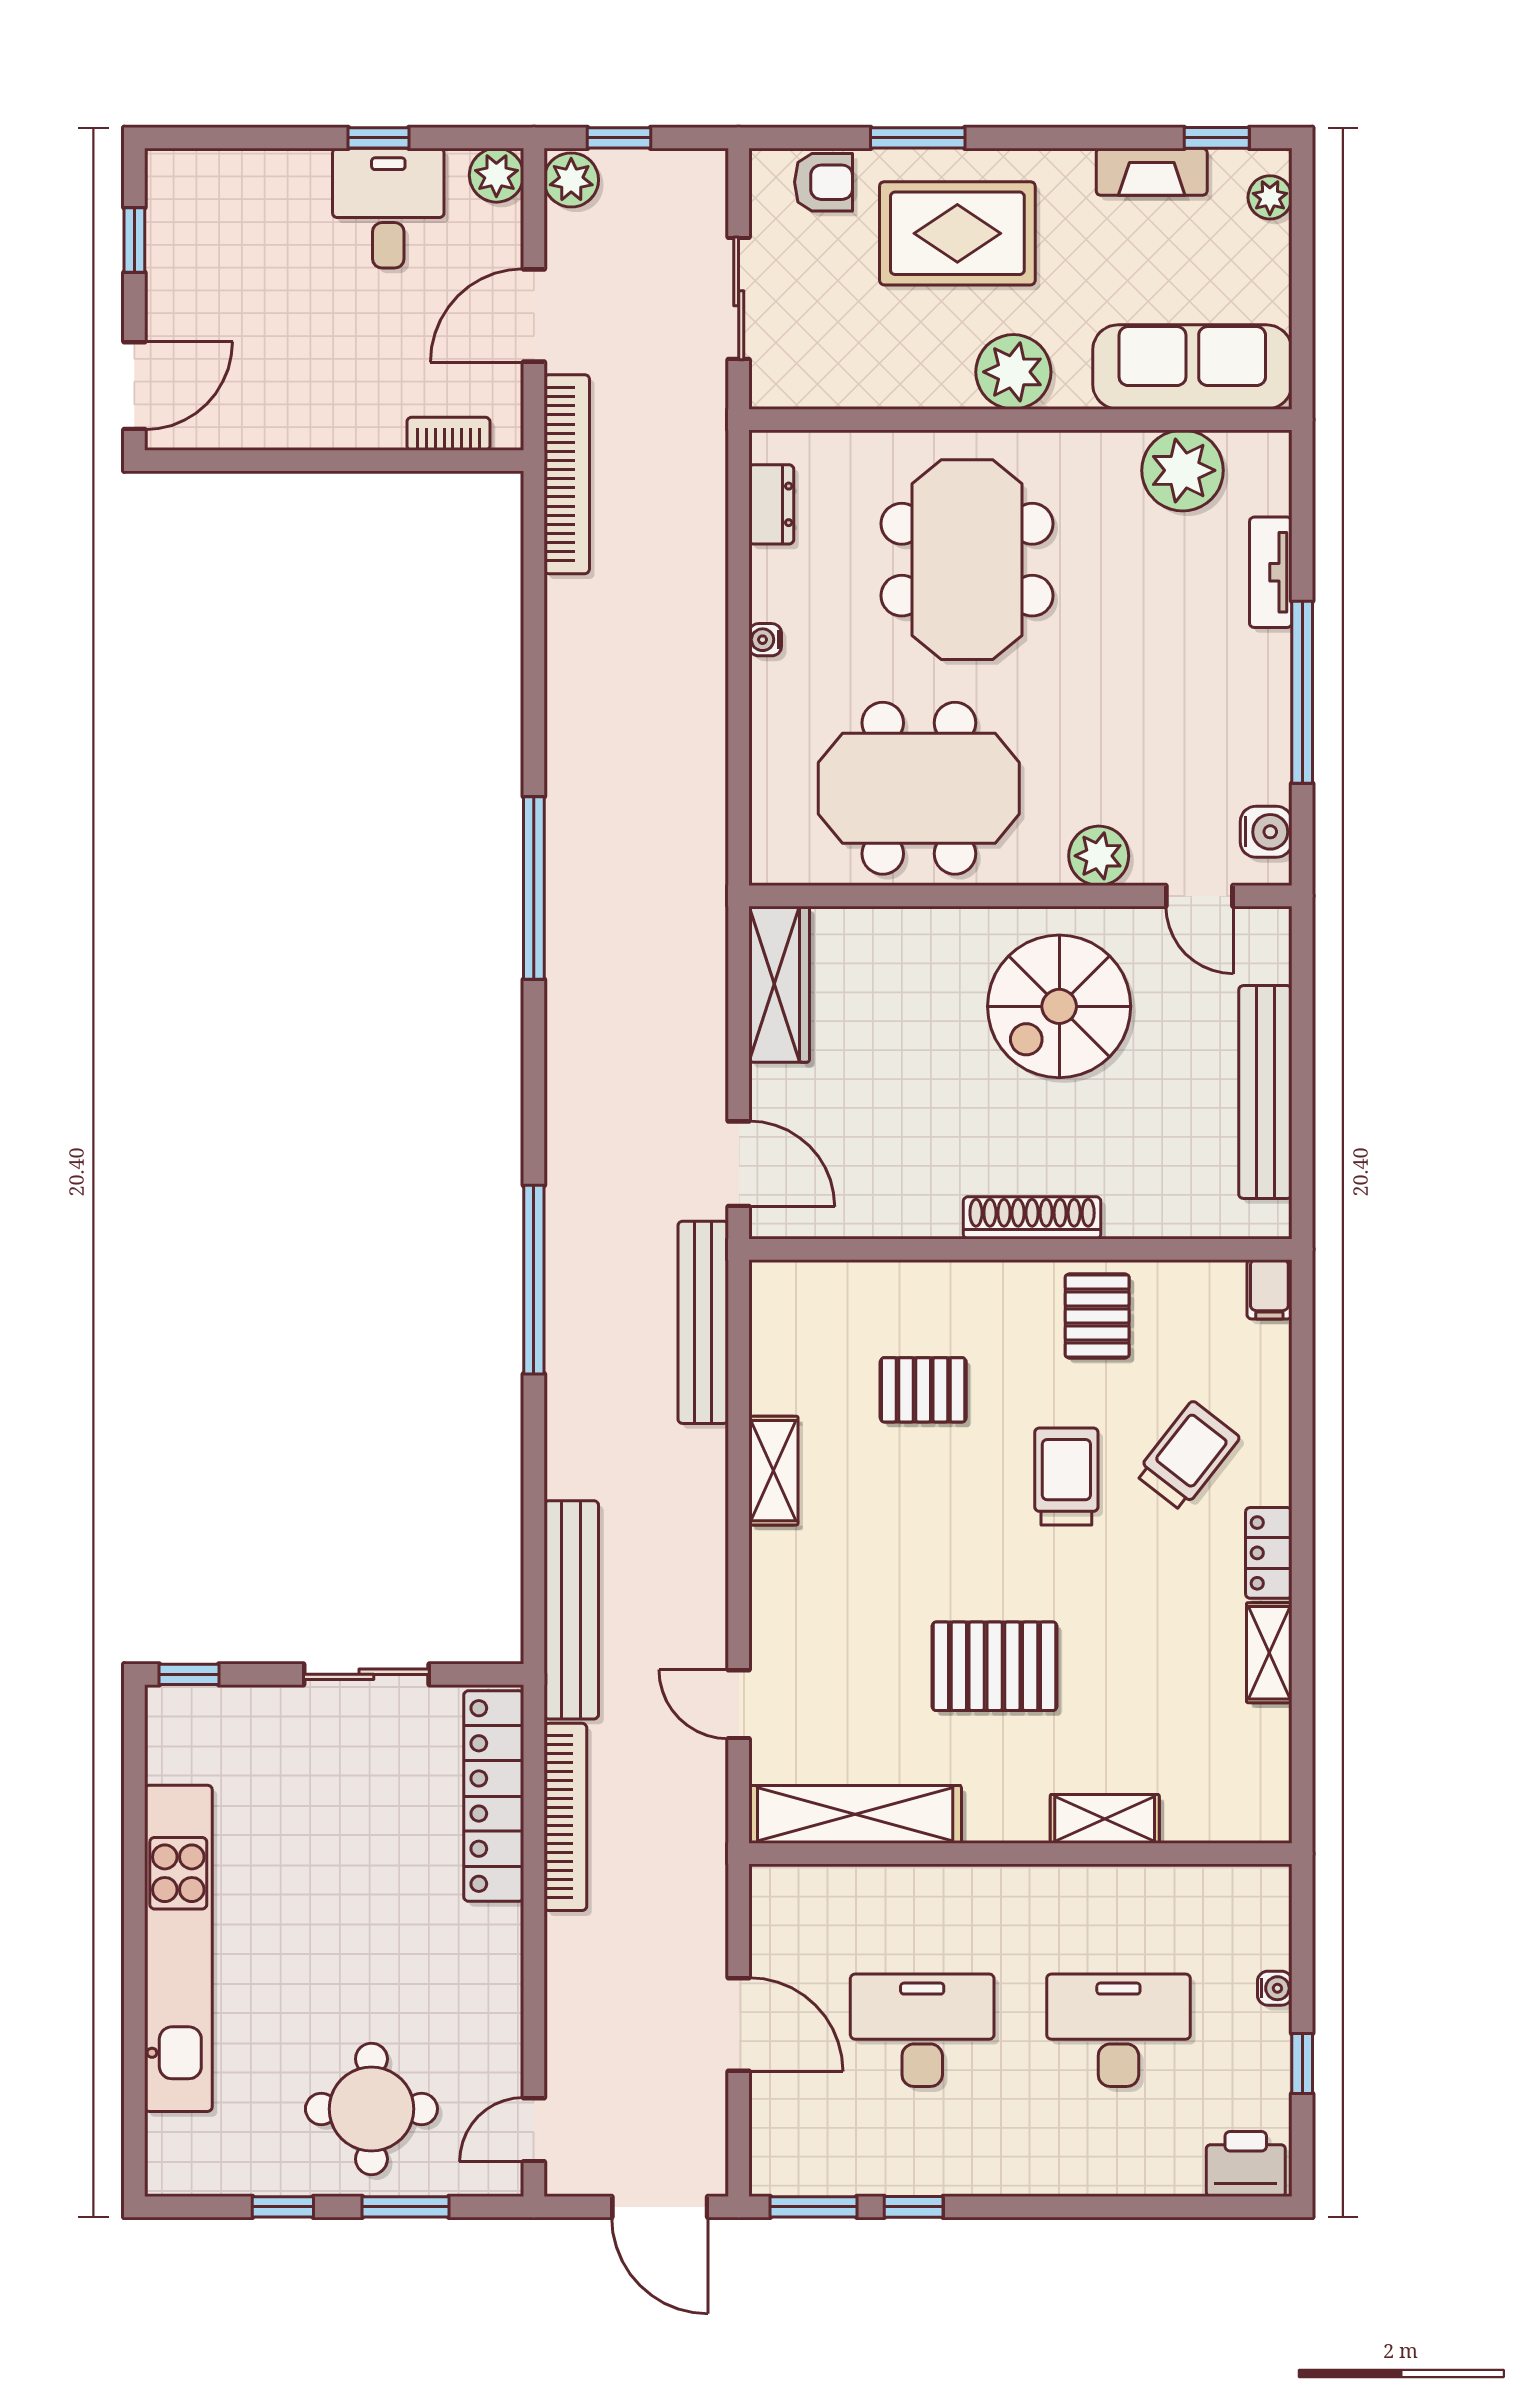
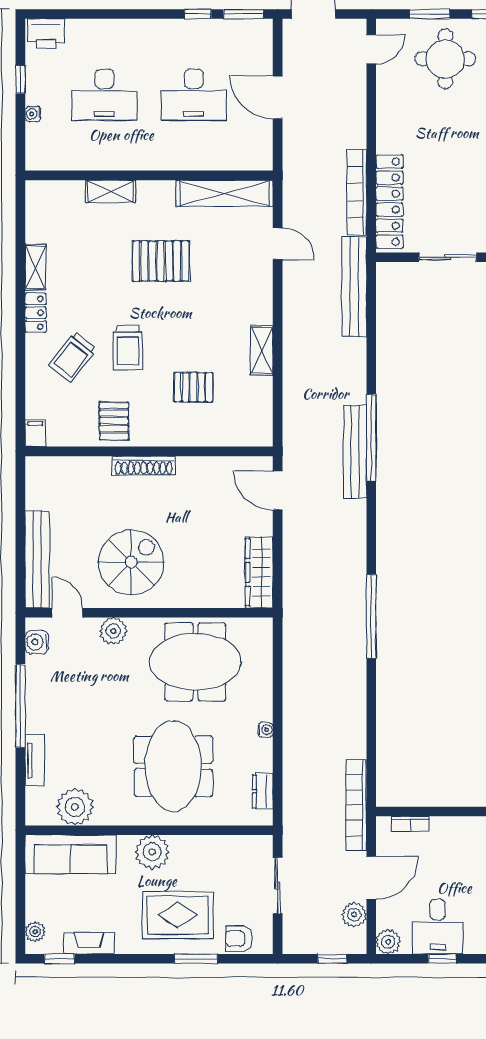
plant: (571, 180) -> (354, 915), moved
bench: (1265, 1092) -> (37, 559), moved
bench: (703, 1322) -> (355, 452), moved

